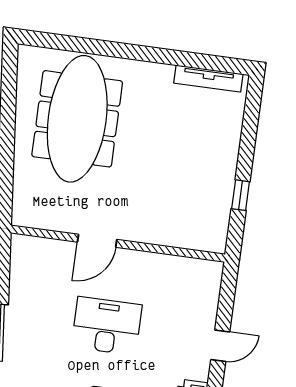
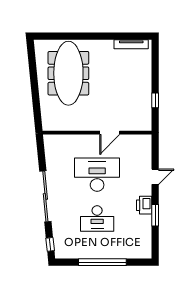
door: (97, 241) -> (110, 133), moved
desk: (107, 326) -> (97, 175), width x1.36, depth x1.30

